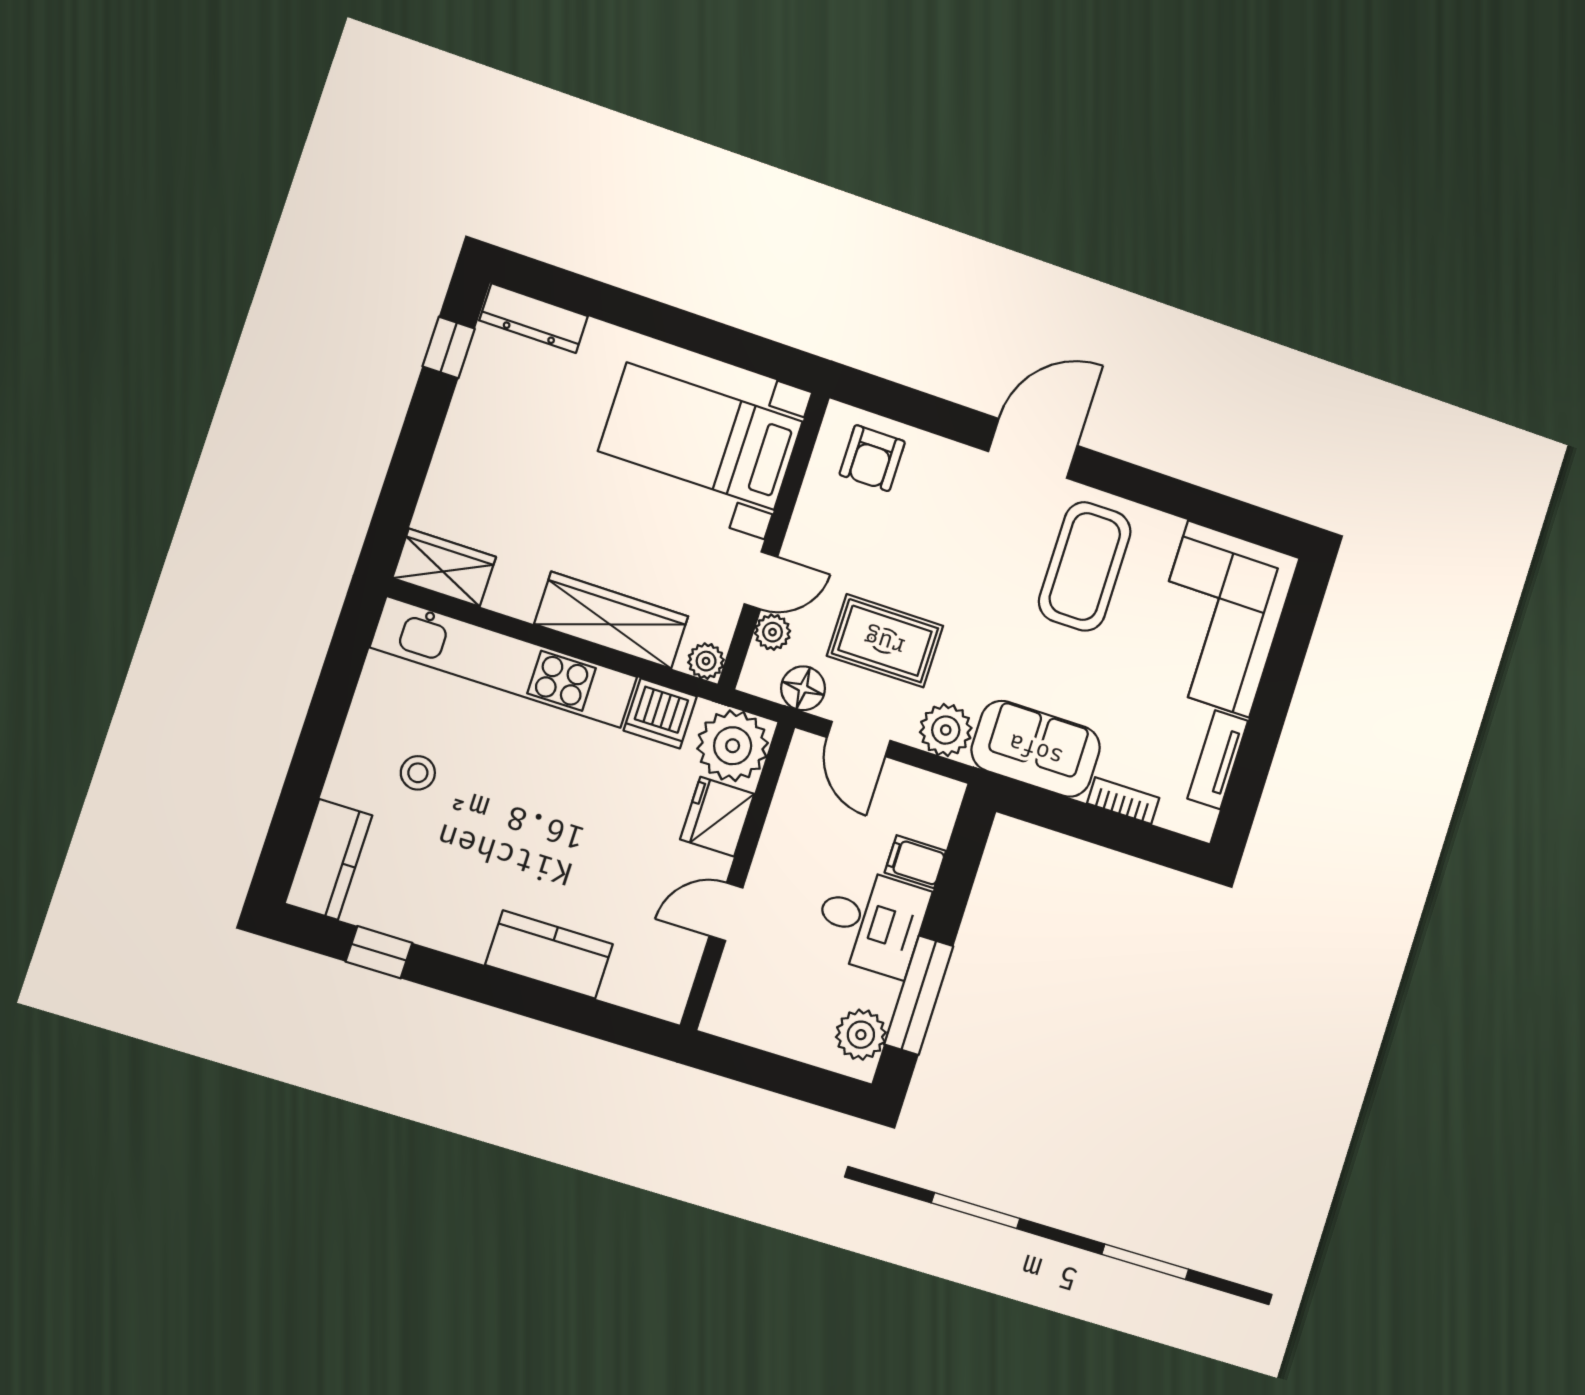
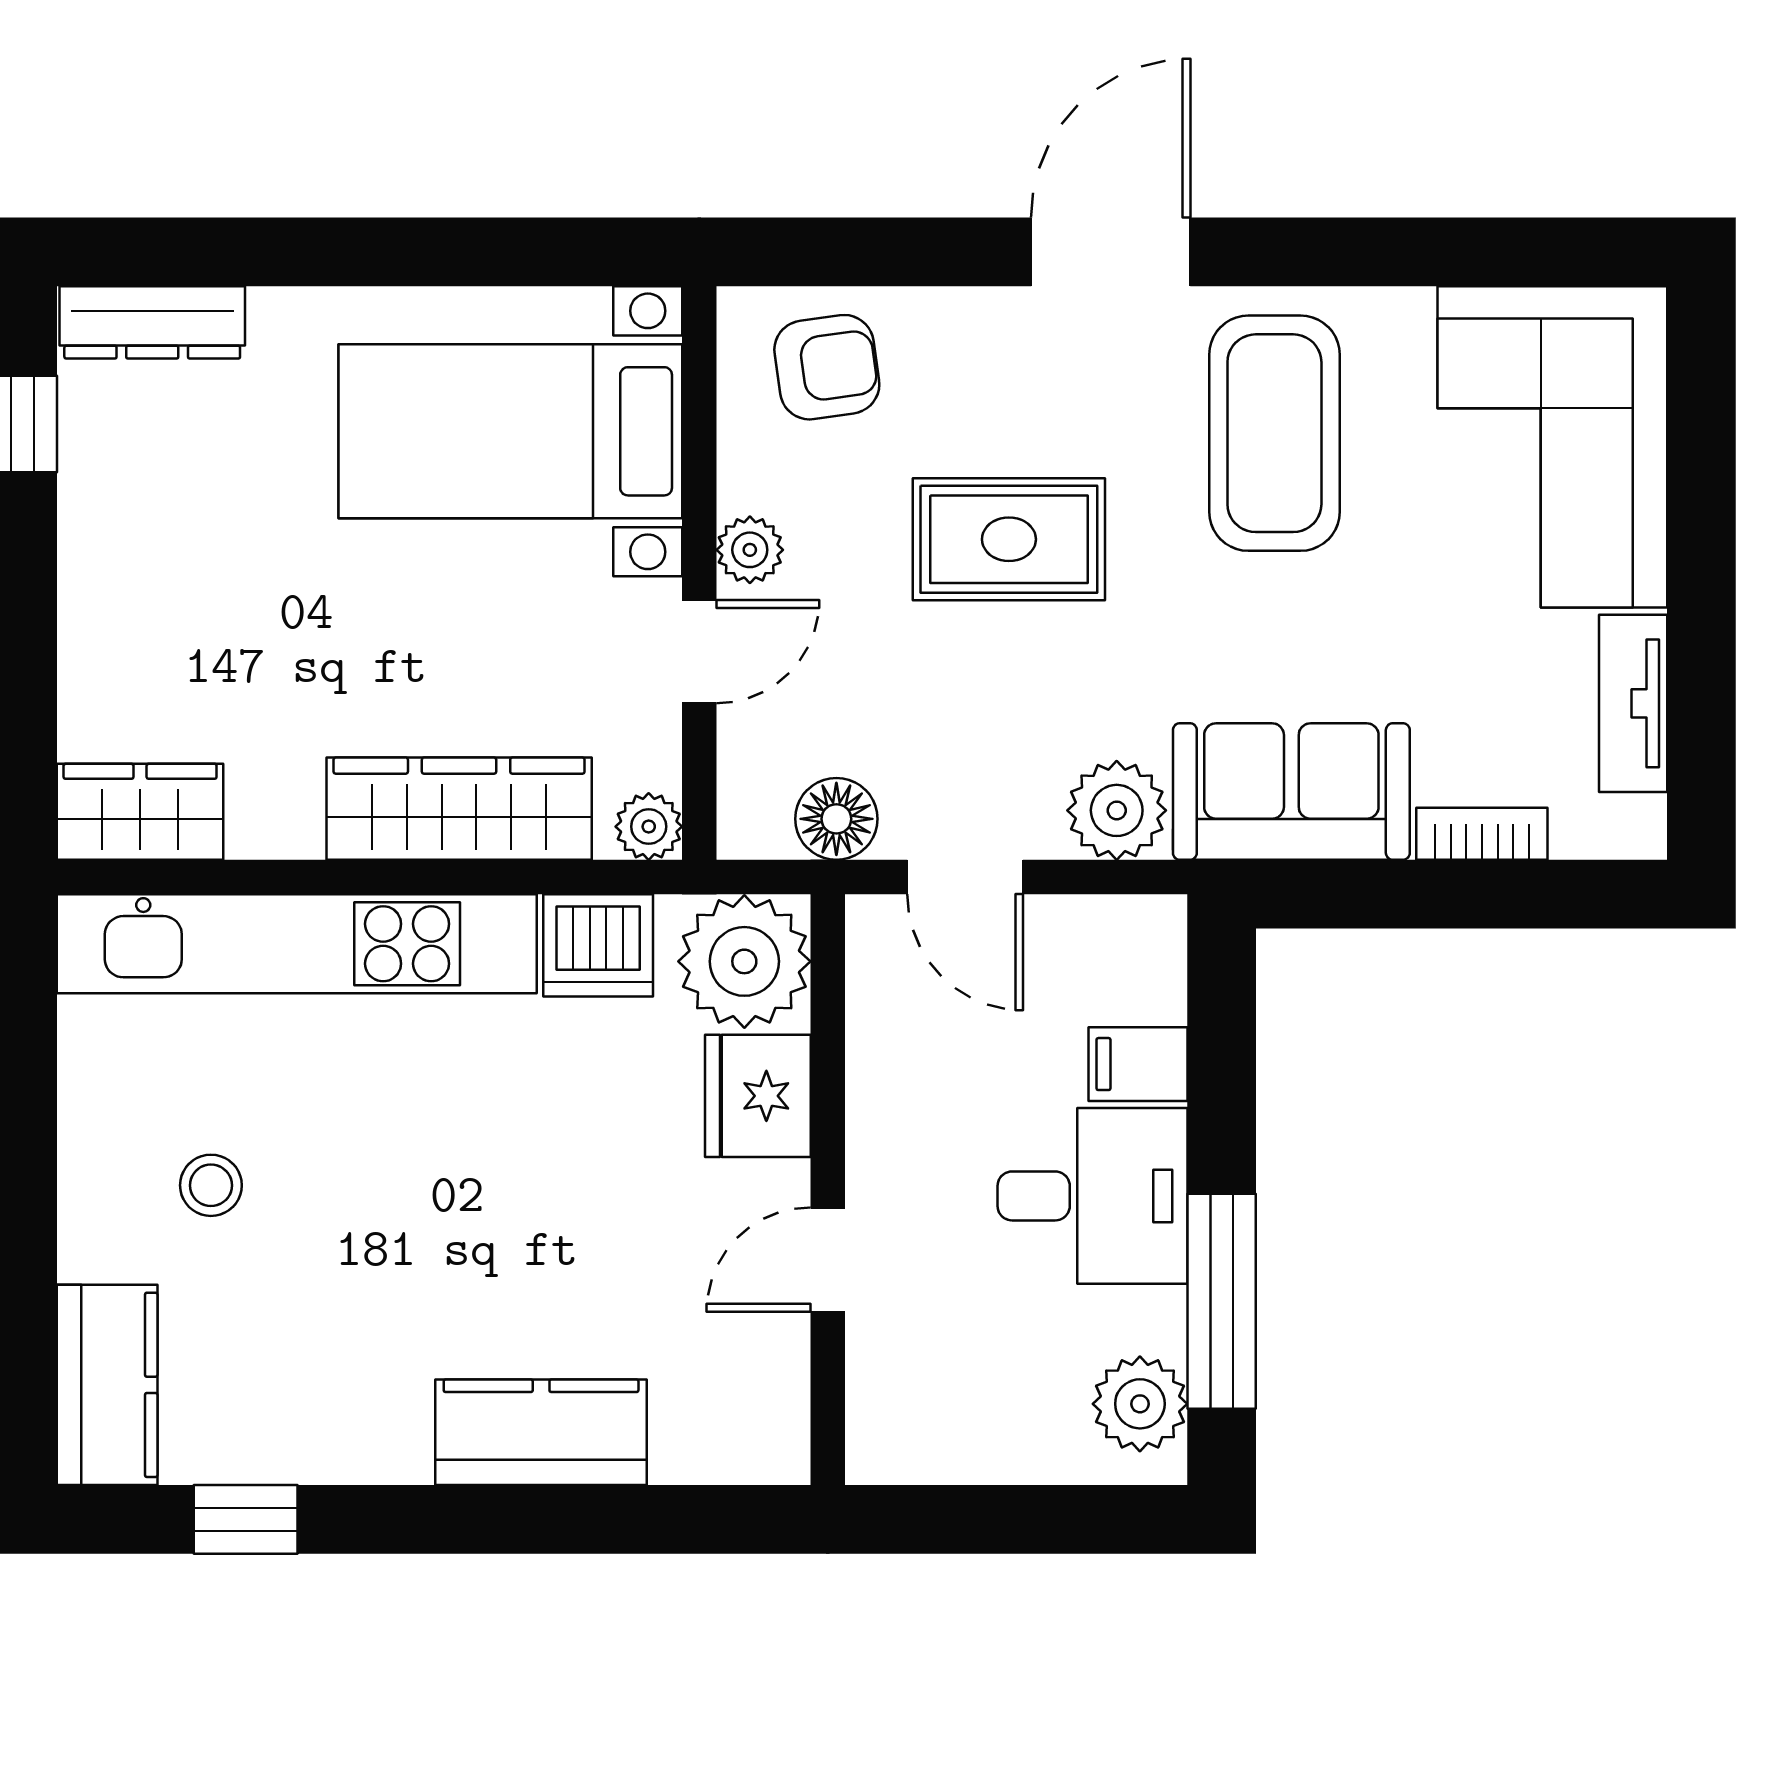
armchair: (872, 458) -> (827, 367), turned -98
plant: (773, 632) -> (750, 550), moved
rug: (885, 641) -> (1009, 539), moved

